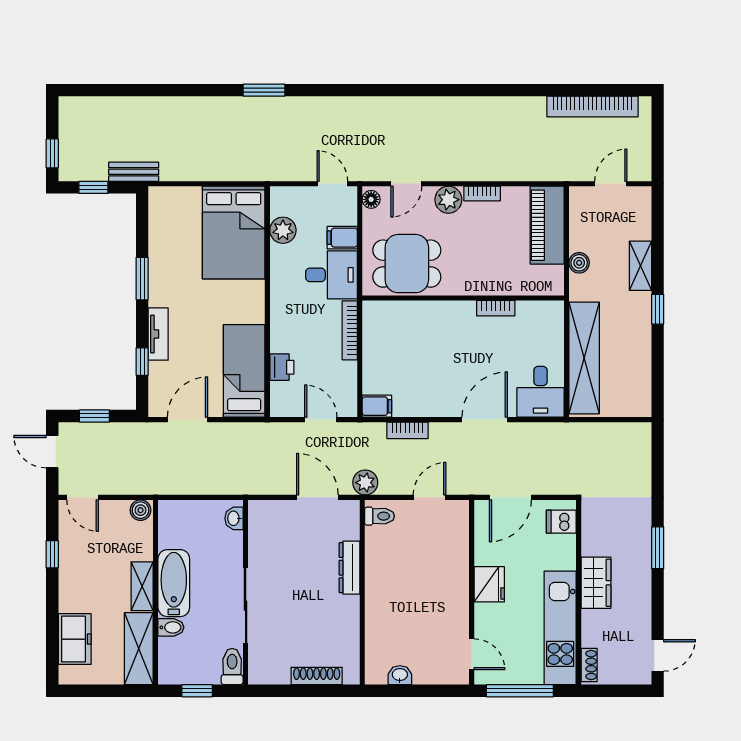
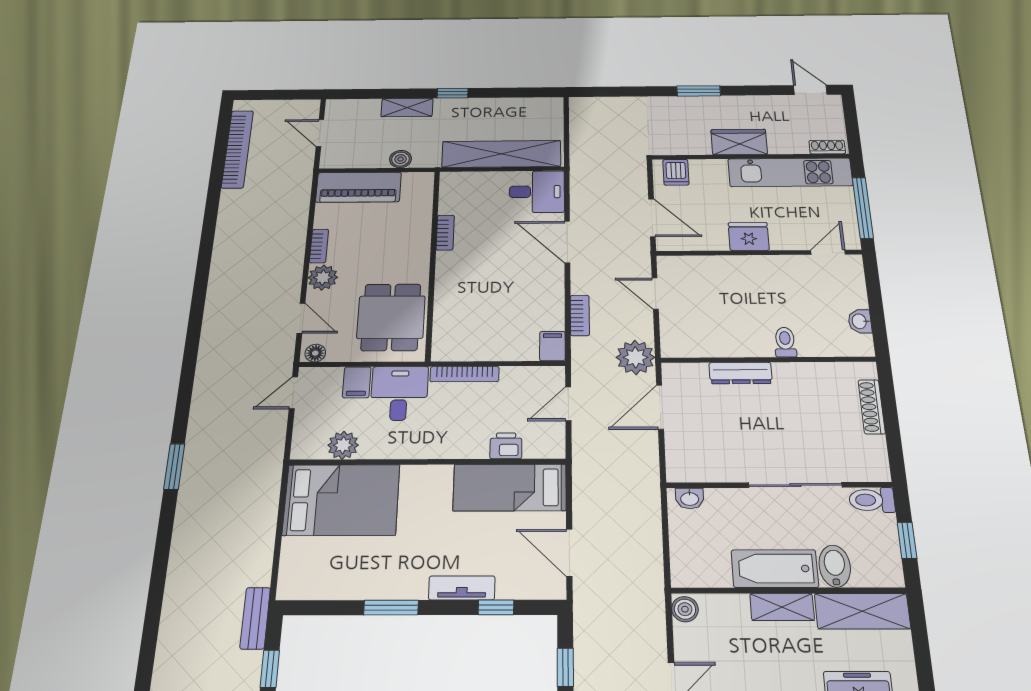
plant: (365, 483) -> (635, 357), width x1.36, depth x1.36
toilet: (379, 516) -> (785, 342), moved
bidet: (171, 627) -> (835, 566), width x1.38, depth x1.36

